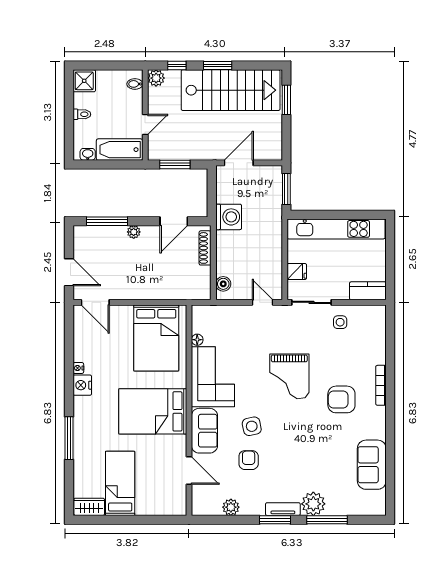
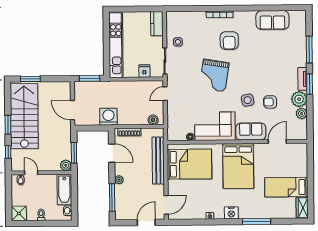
plant: (156, 78) -> (66, 165), moved
door: (145, 124) -> (31, 173), moved
bench: (162, 291) -> (158, 161), added
grand piano: (289, 376) -> (214, 75), turned 99
nightstand: (82, 385) -> (231, 213), moved
plant: (313, 504) -> (299, 99), moved

